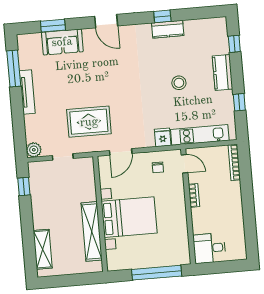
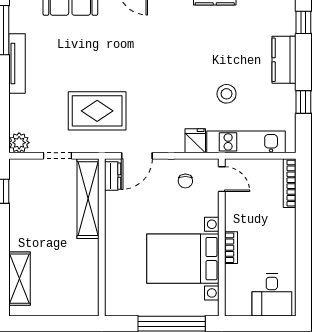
stool: (179, 83) -> (227, 94), moved
dresser: (104, 168) -> (113, 176), added
bookcase: (194, 195) -> (231, 248), moved
bed with nightstands: (129, 217) -> (183, 259), moved, turned 180
shelving: (92, 231) -> (88, 199), moved
desk: (209, 248) -> (272, 295), moved, turned -90

